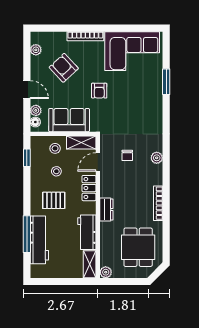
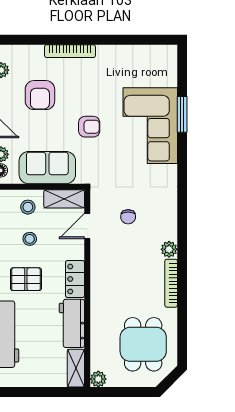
corner sofa: (132, 51) -> (150, 126), moved, turned 90
armchair: (64, 68) -> (40, 95), turned -137
armchair: (99, 91) -> (89, 127), turned -90
plant: (157, 158) -> (169, 249), moved
locker: (89, 188) -> (75, 279), moved
dresser: (106, 210) -> (99, 292), removed

